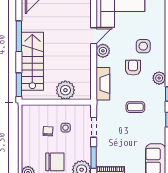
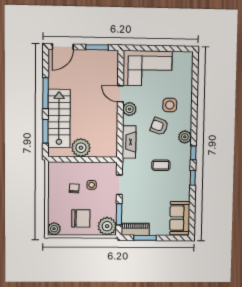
door: (94, 36) -> (120, 94), swing flipped
armchair: (133, 68) -> (159, 126), turned -70
window: (19, 85) -> (45, 131), moved
plant: (65, 90) -> (81, 148), moved

